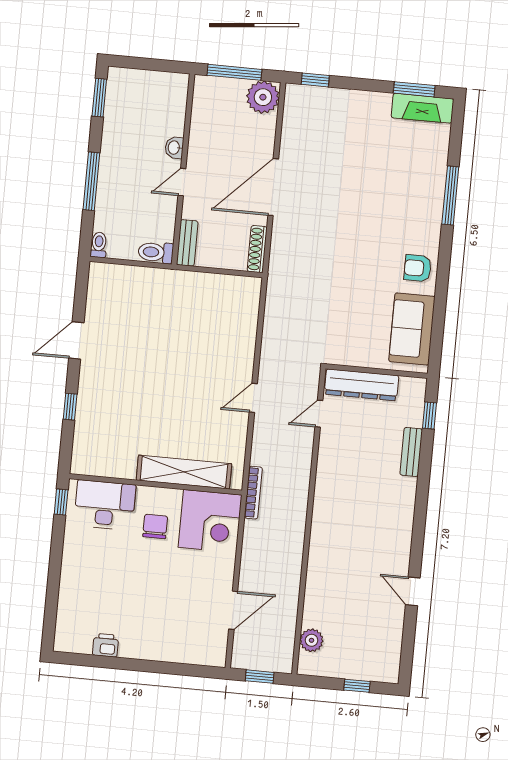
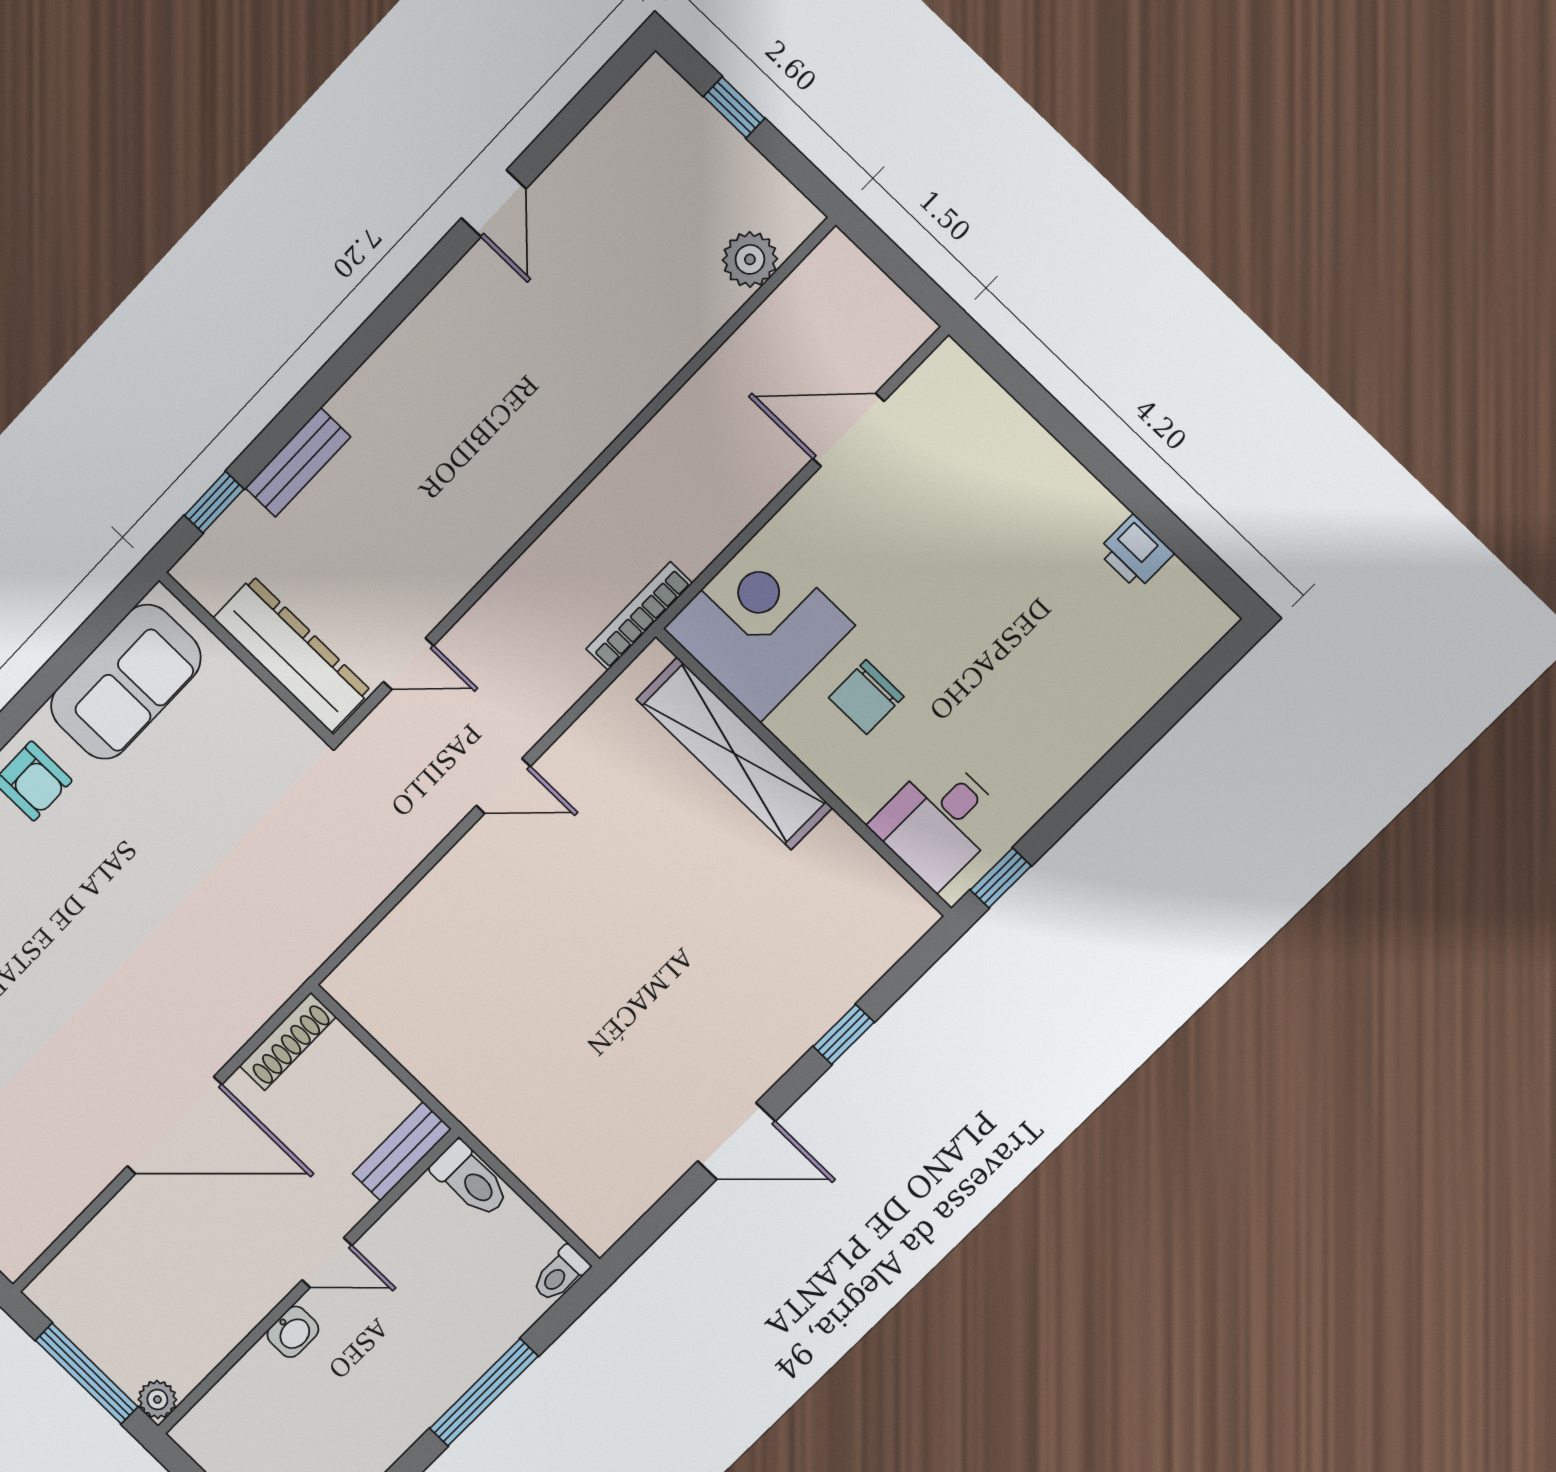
plant: (263, 97) -> (157, 1400), moved, width x0.53, depth x0.53
desk: (105, 505) -> (939, 822), width x0.73
window: (260, 677) -> (899, 267), removed

